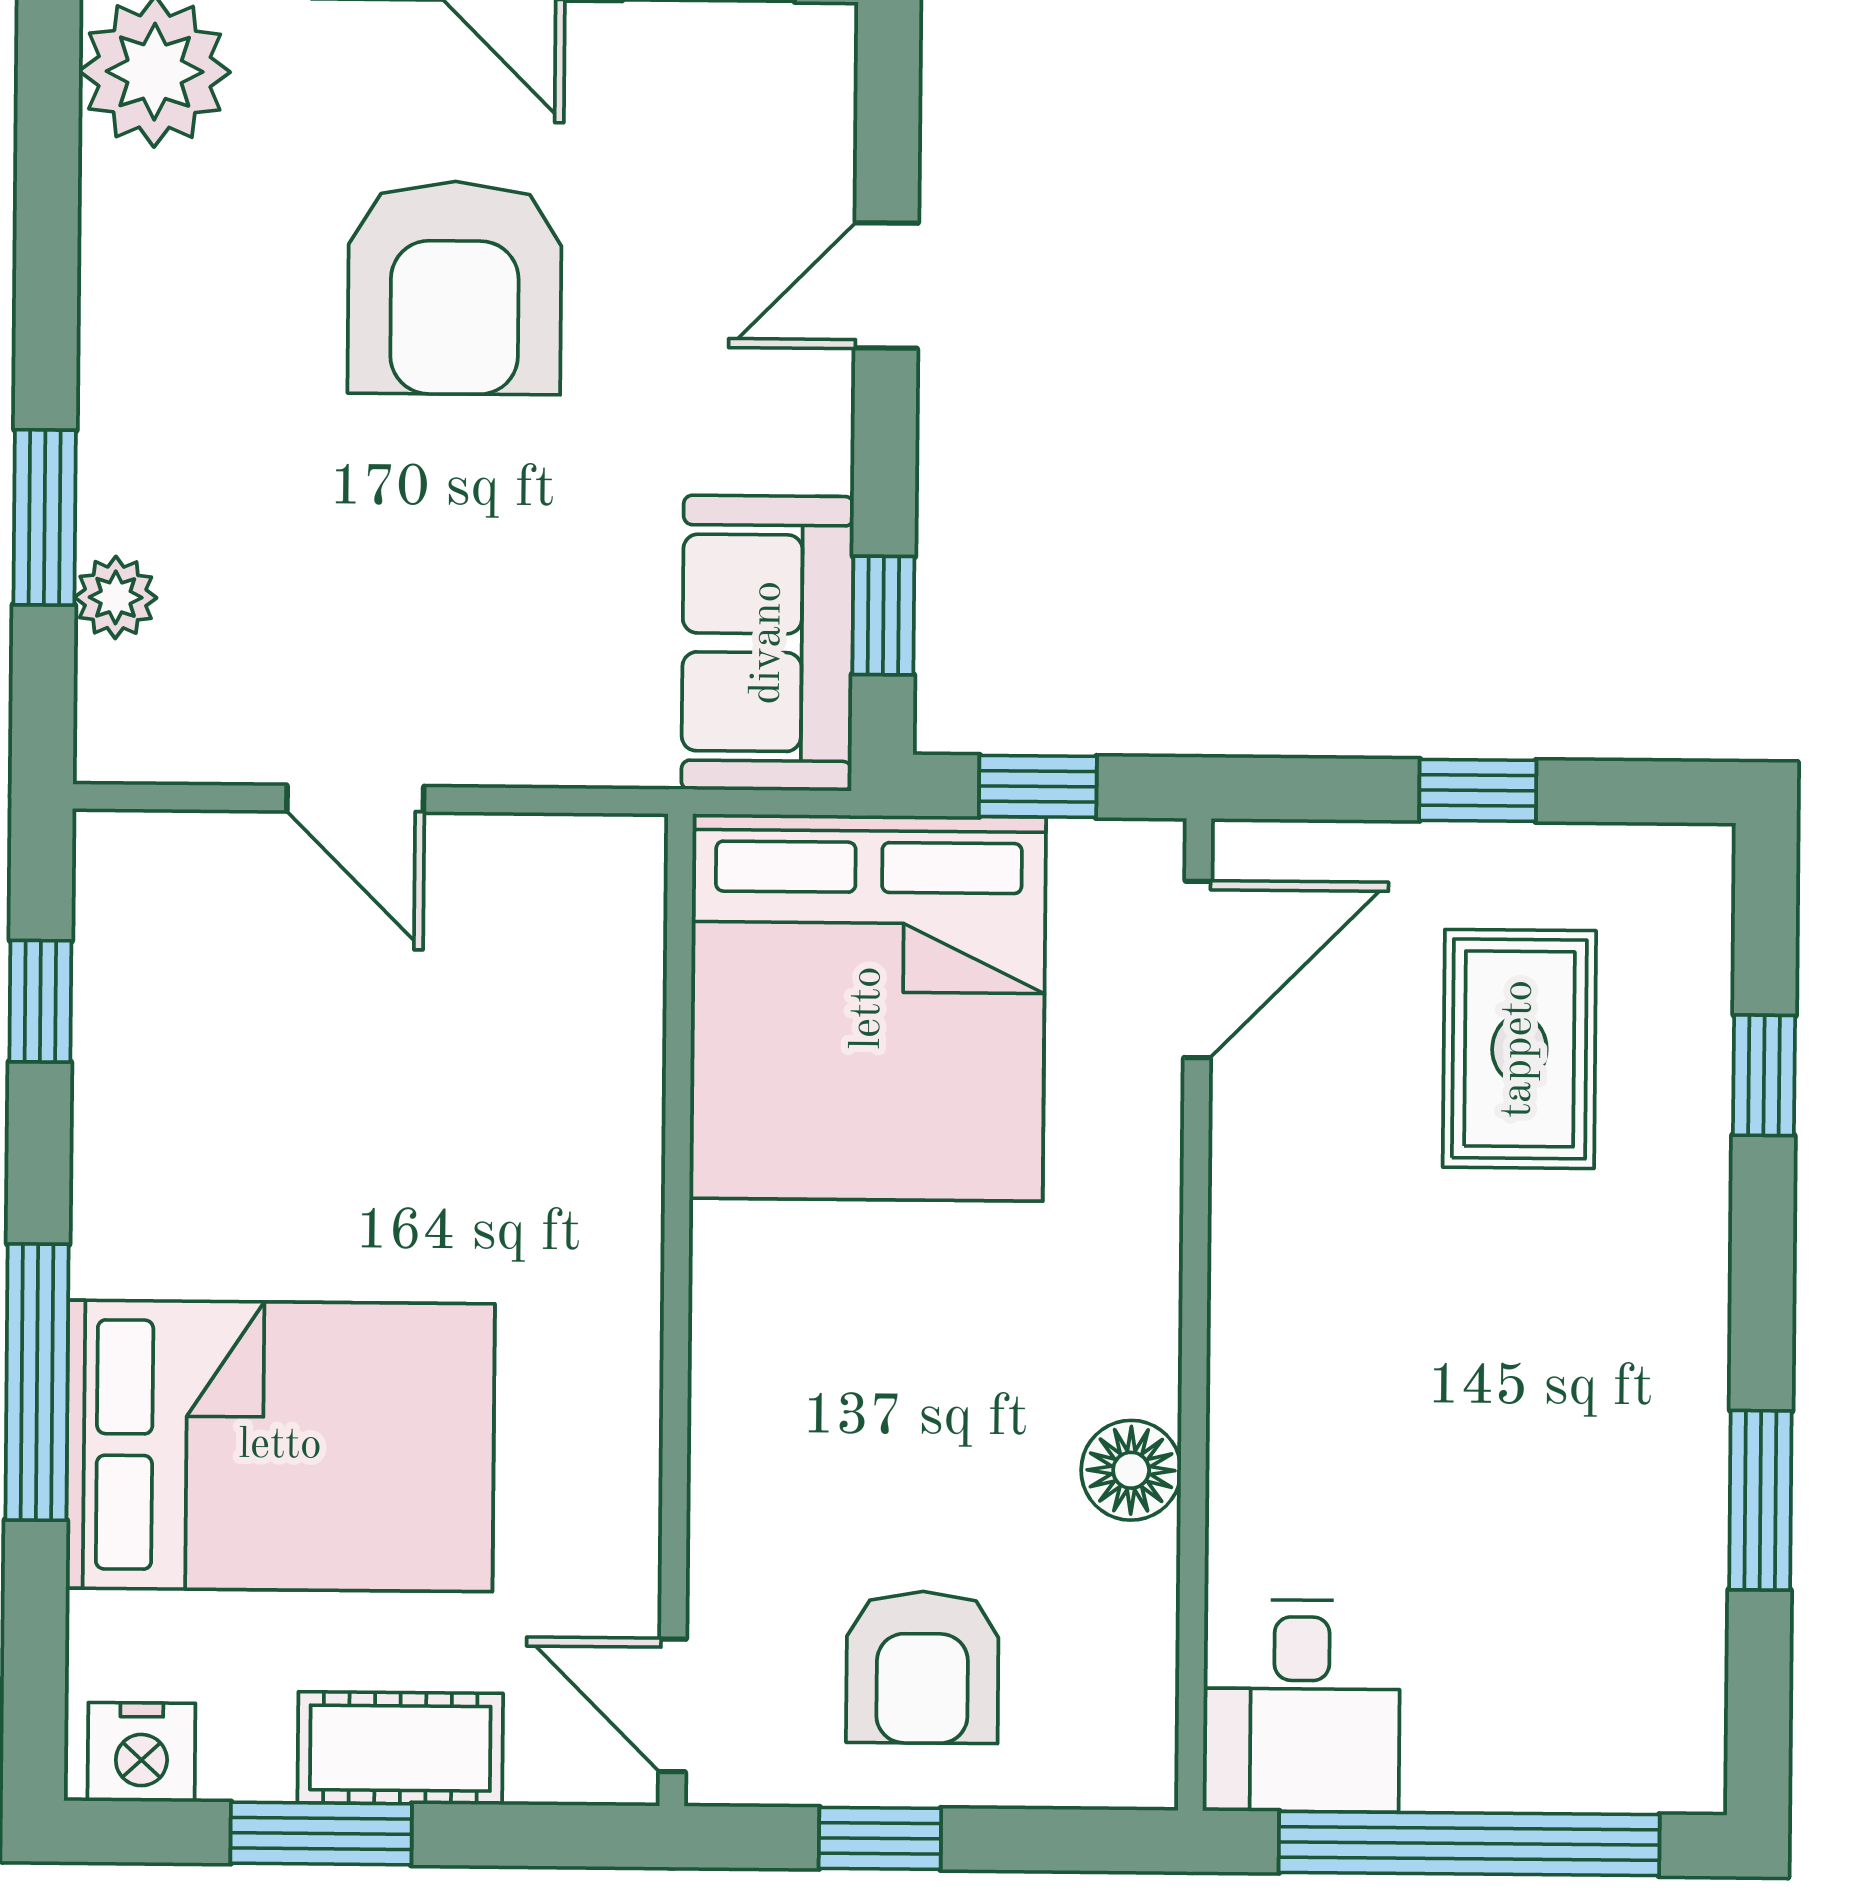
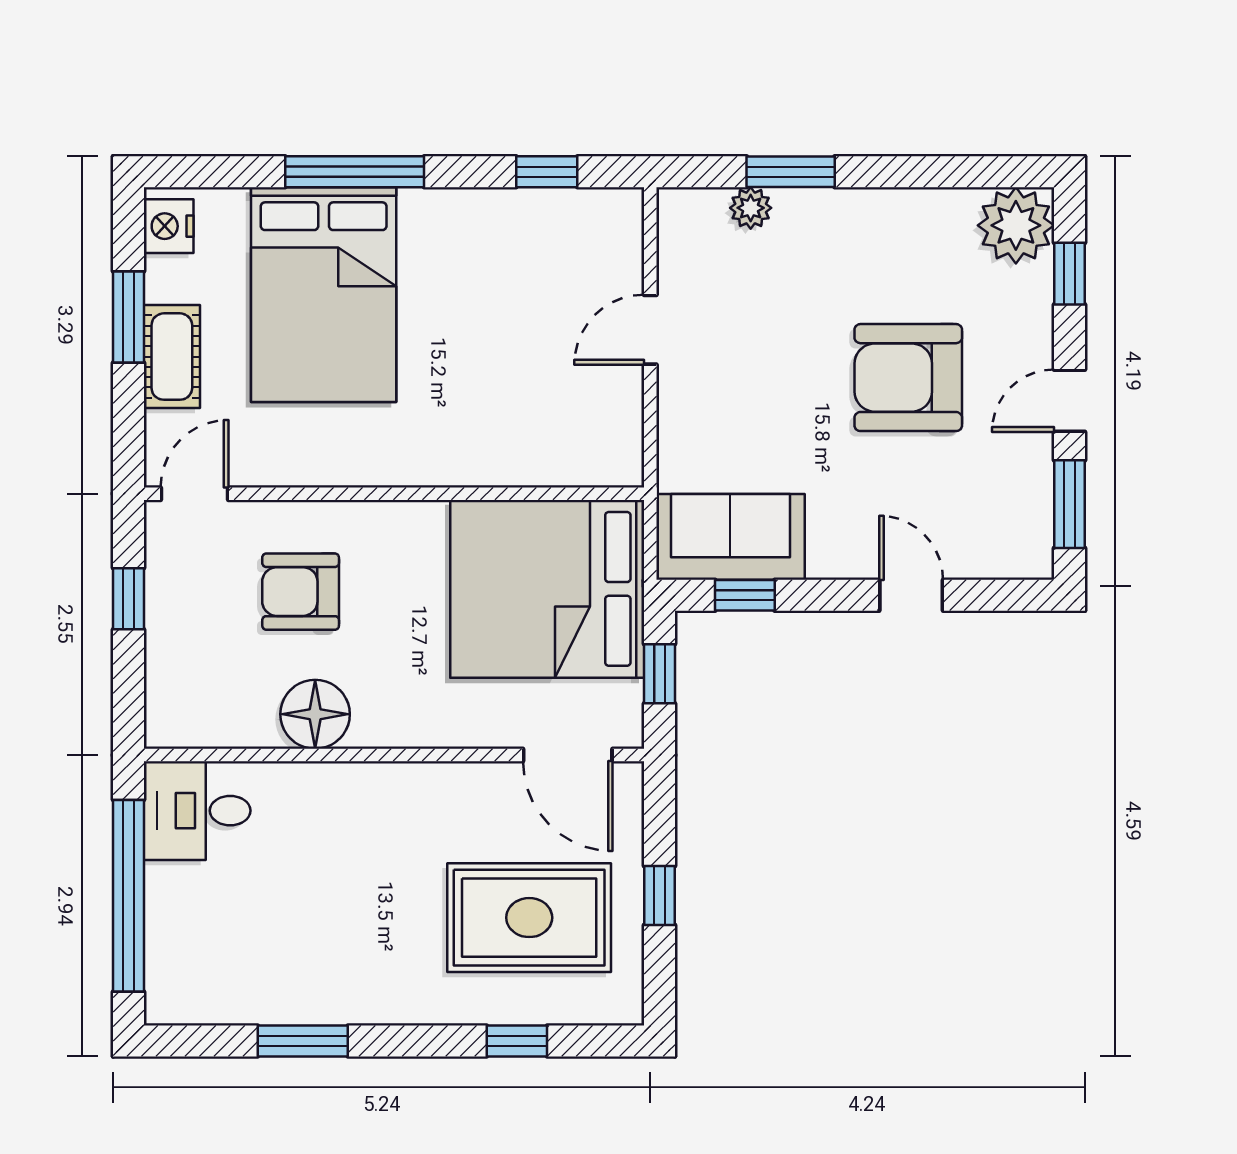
rug: (1519, 1049) -> (529, 918), width x1.36, depth x1.43
floor lamp: (1131, 1470) -> (315, 714), width x1.38, depth x1.38
armchair: (922, 1667) -> (301, 592), moved

